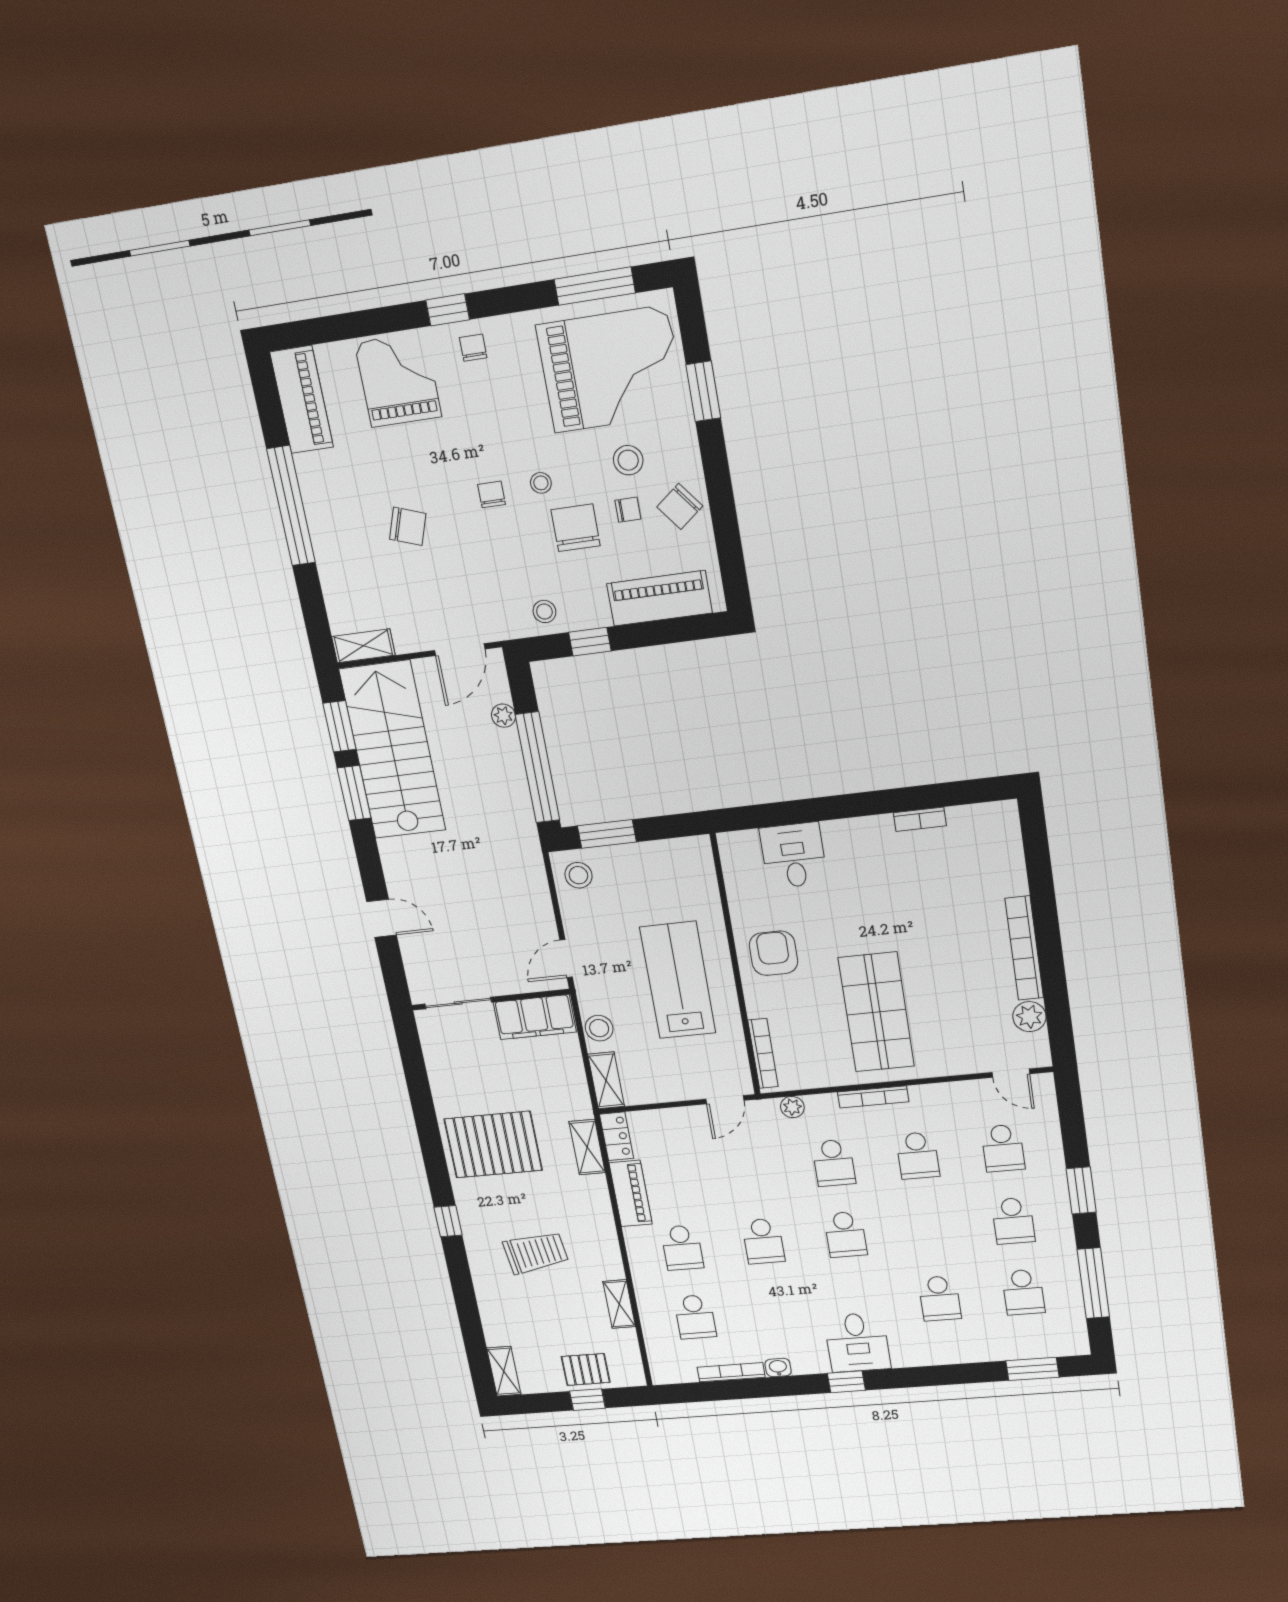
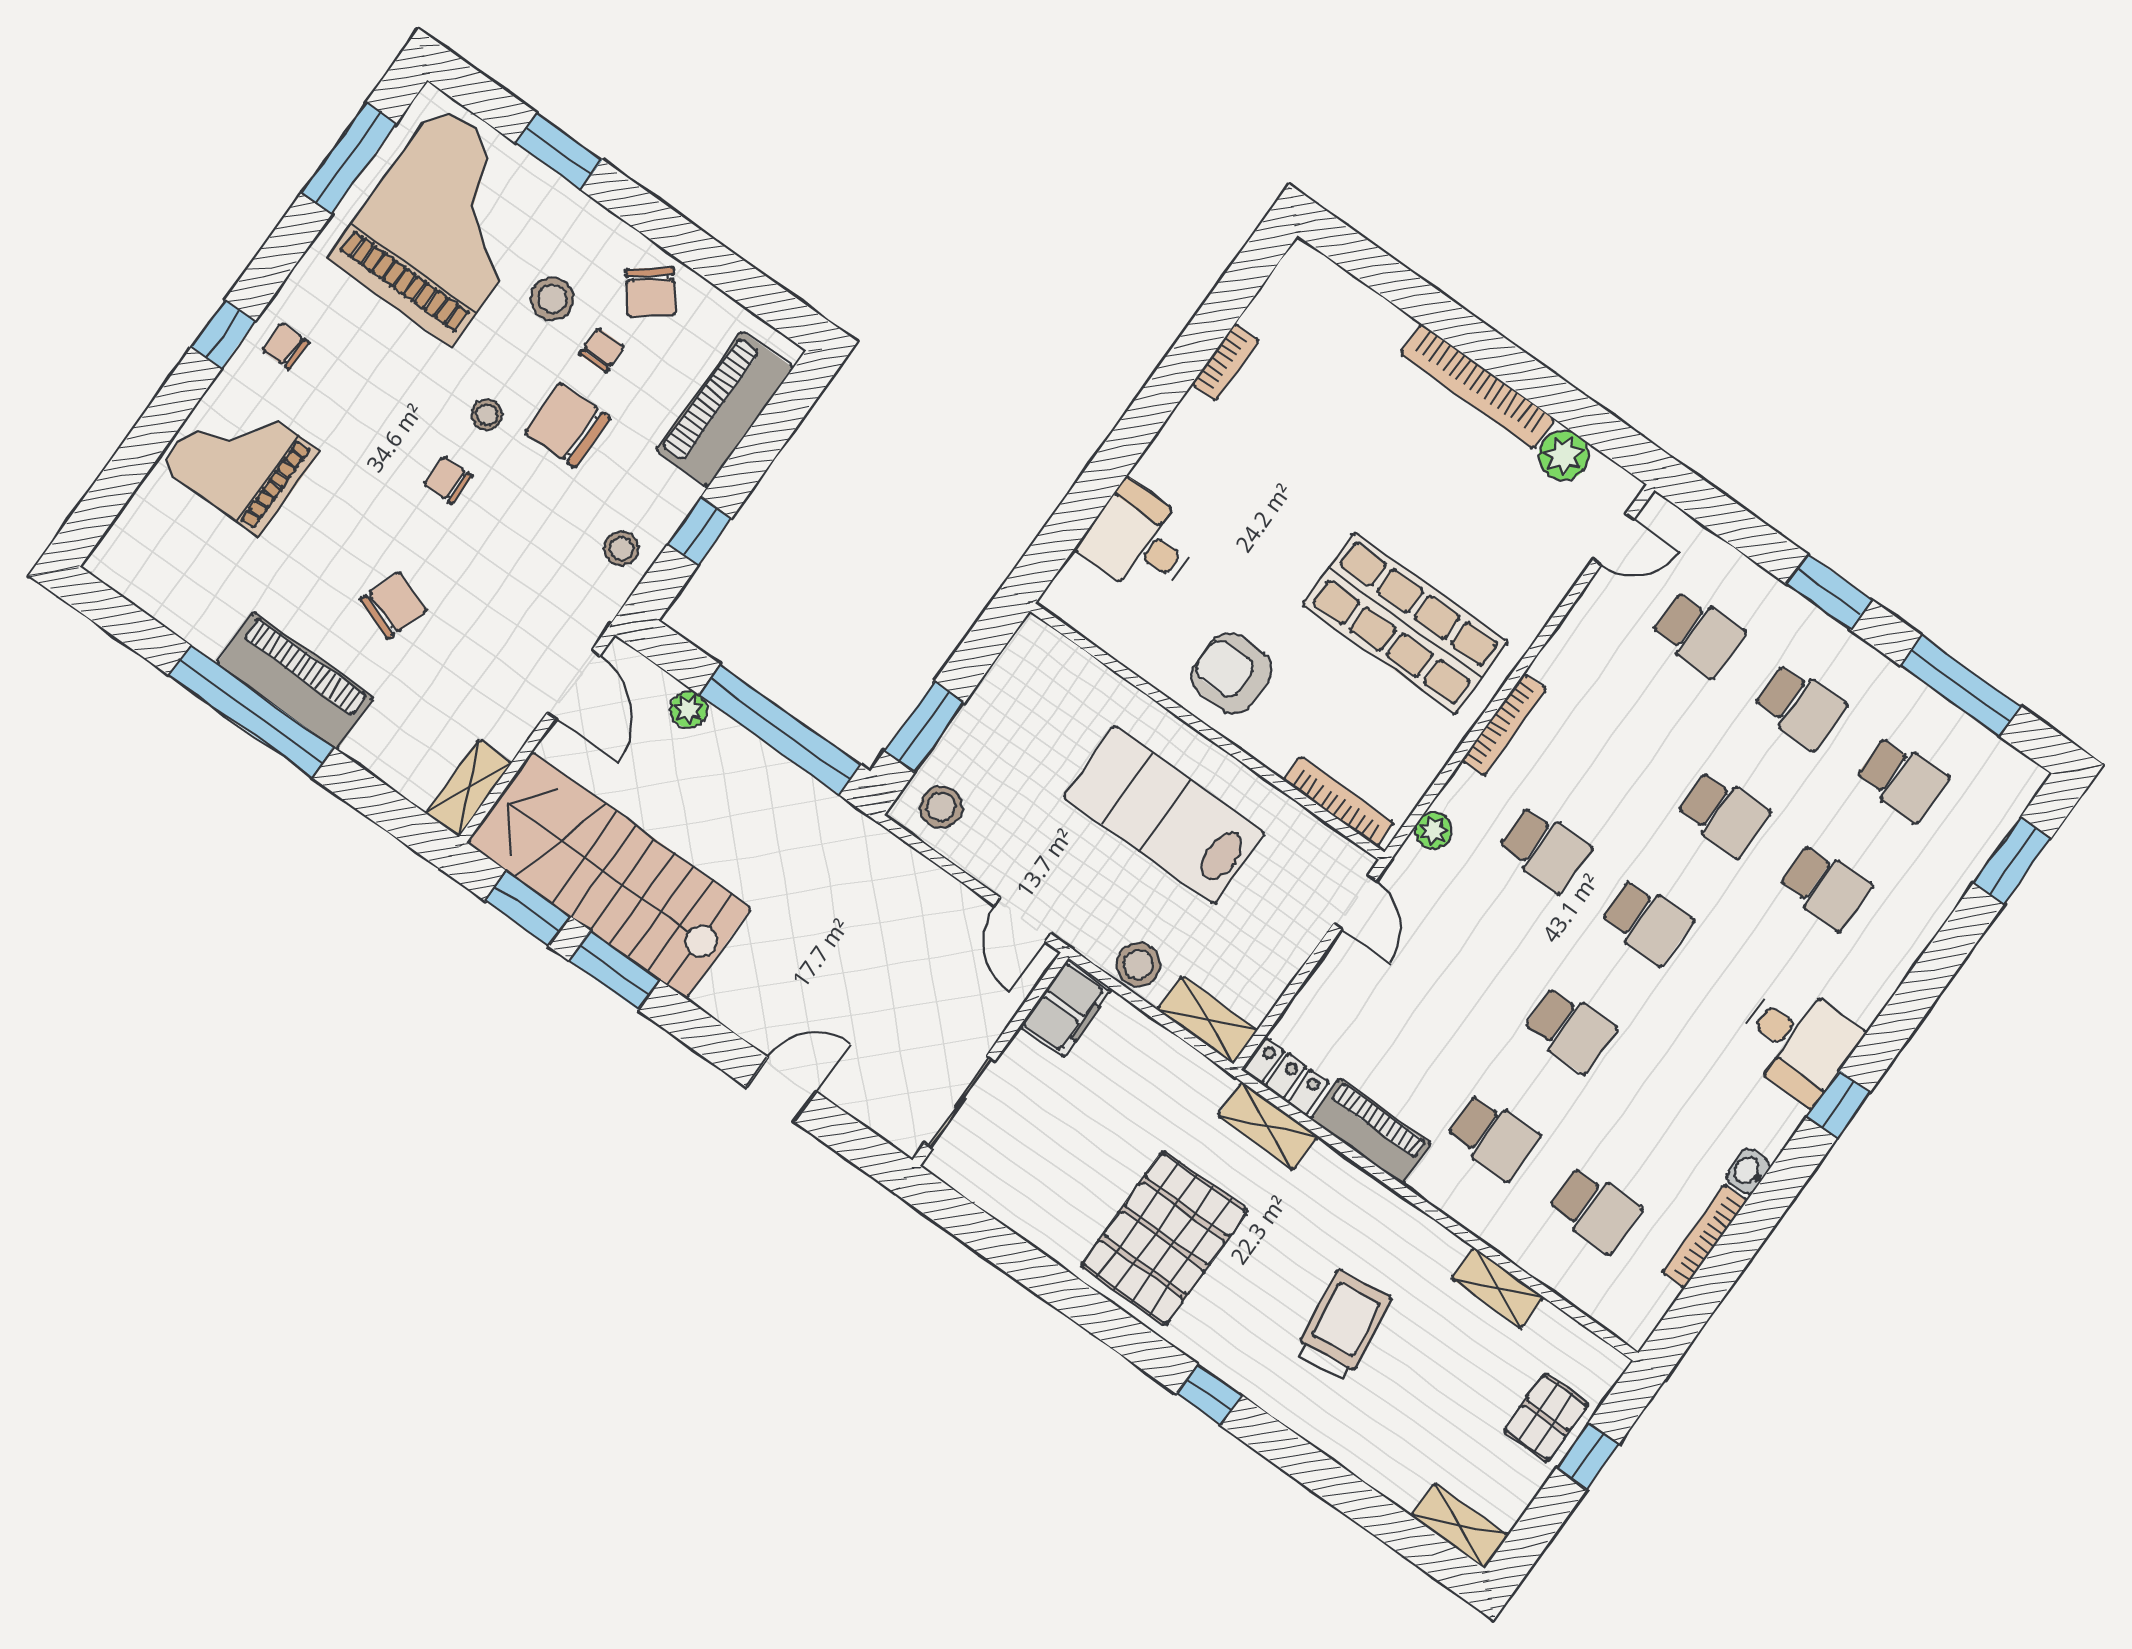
piano: (302, 400) -> (295, 681), moved
filing cabinet: (535, 1017) -> (1066, 1008), width x0.67, depth x0.86
school desk: (918, 1156) -> (1723, 814), moved

